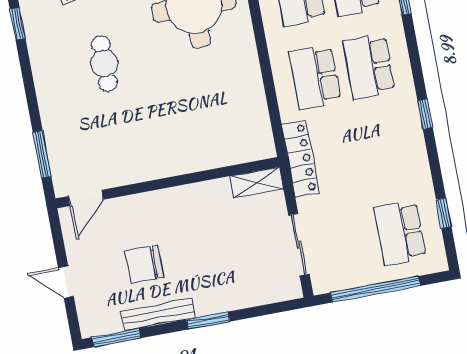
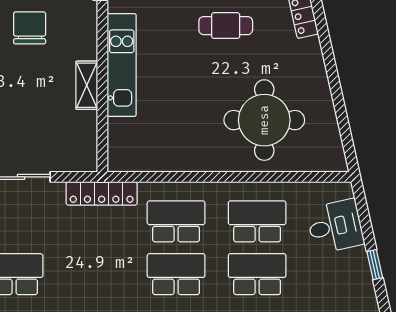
kitchen unit: (165, 163) -> (122, 65), added
shelving: (257, 183) -> (87, 85), moved

